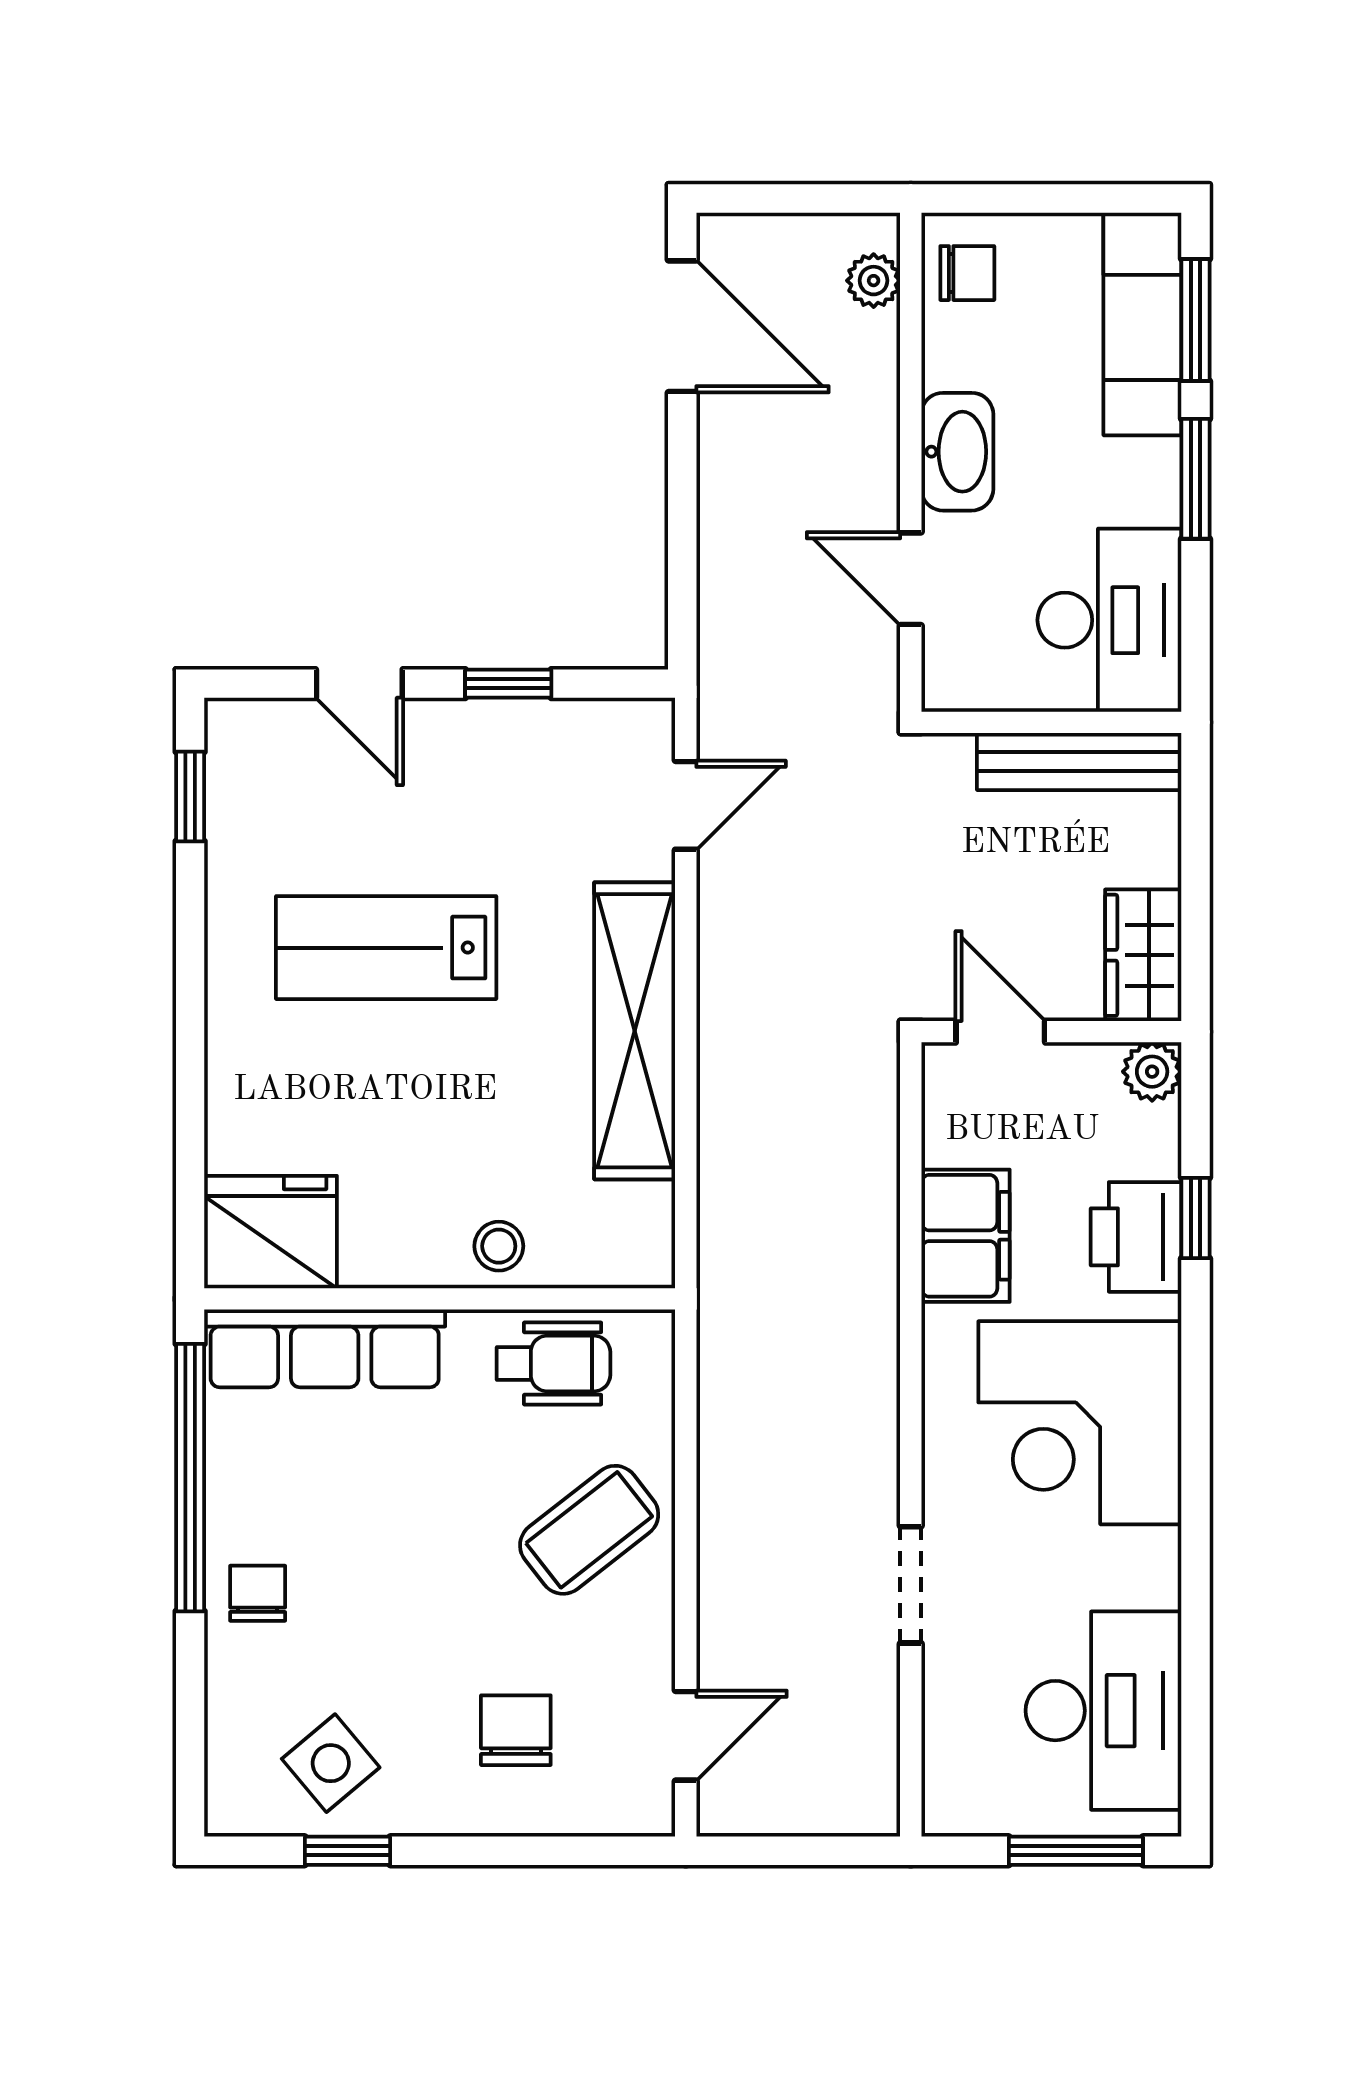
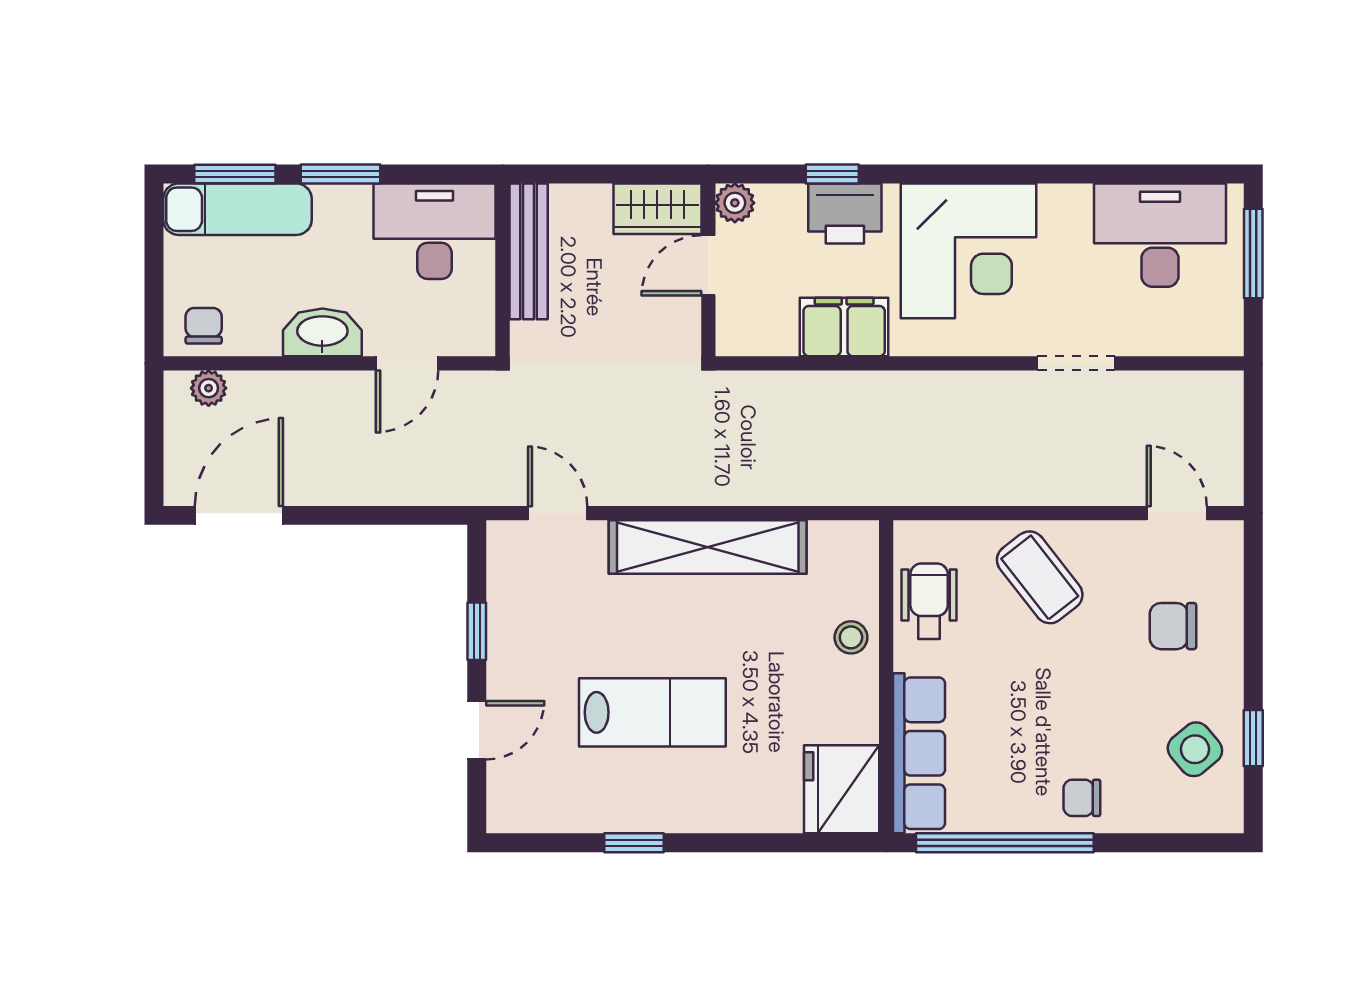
window: (190, 797) -> (634, 843), moved
lab bench: (386, 948) -> (652, 712), turned -90
door: (1000, 1032) -> (708, 265), moved

